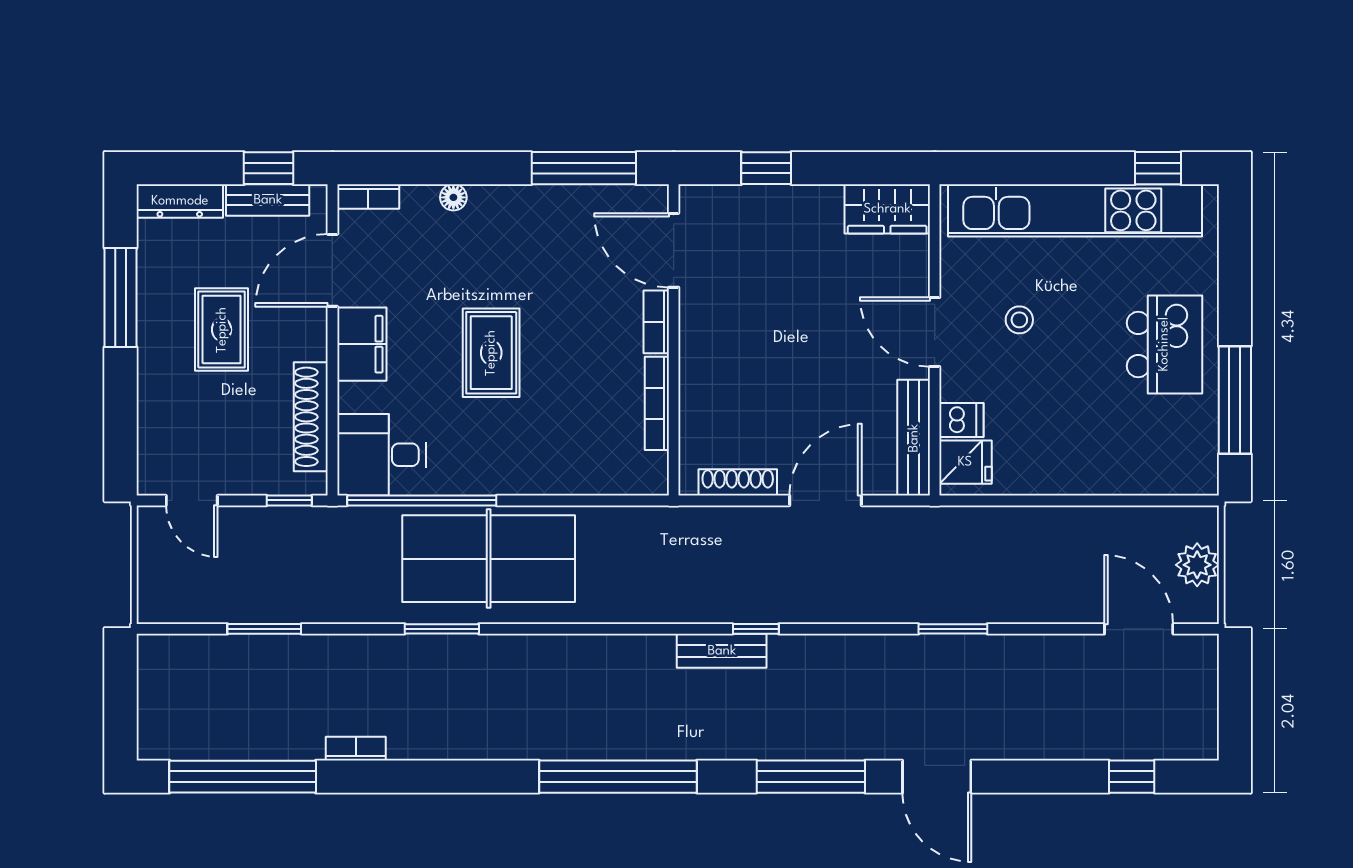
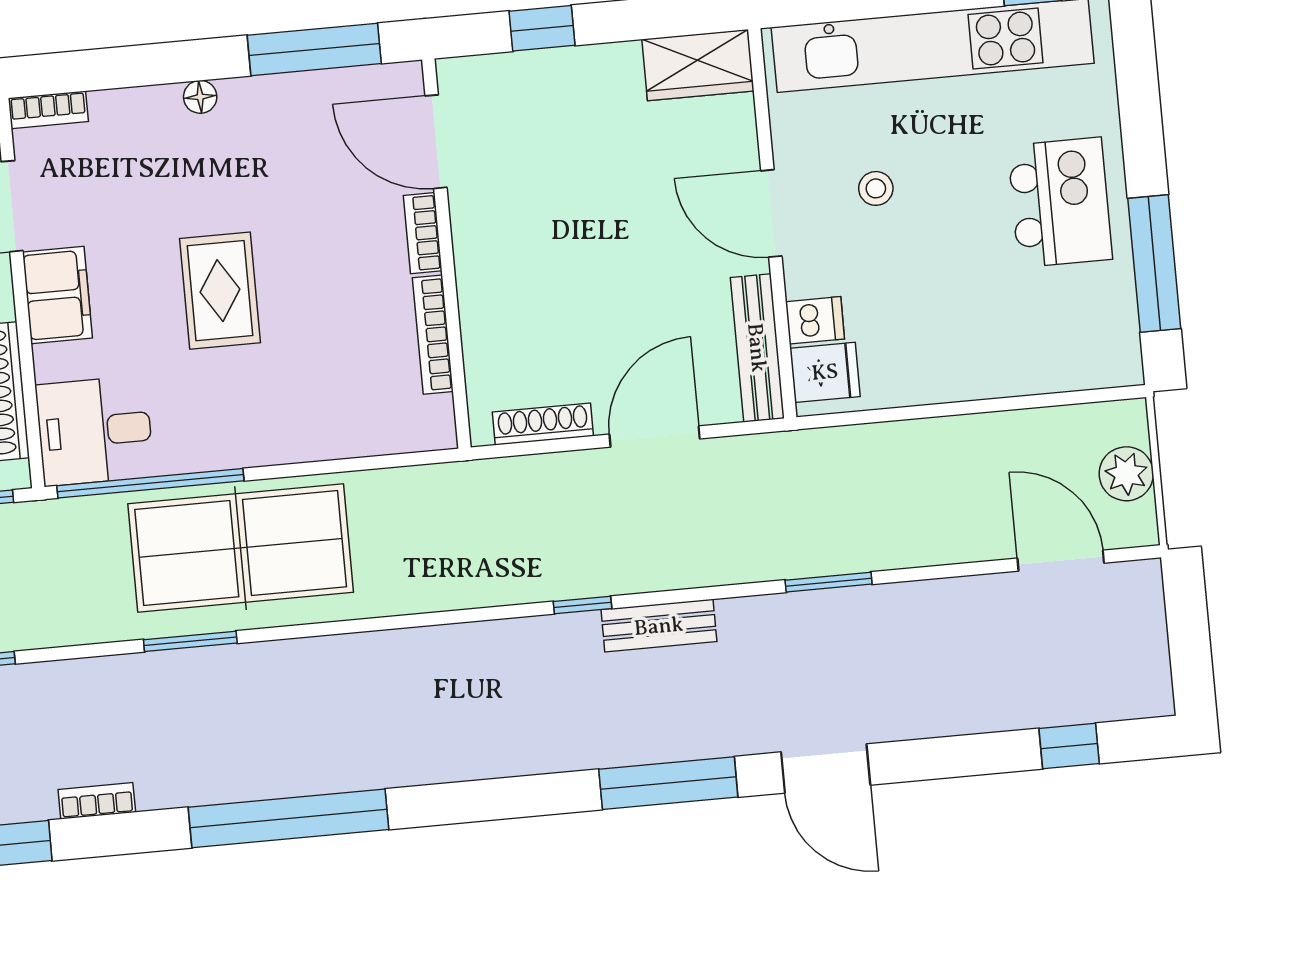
floor lamp: (453, 197) -> (200, 97), moved
bench: (722, 651) -> (659, 626), moved
window: (618, 777) -> (288, 818), moved

